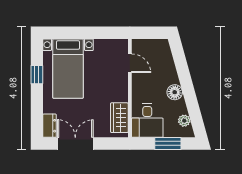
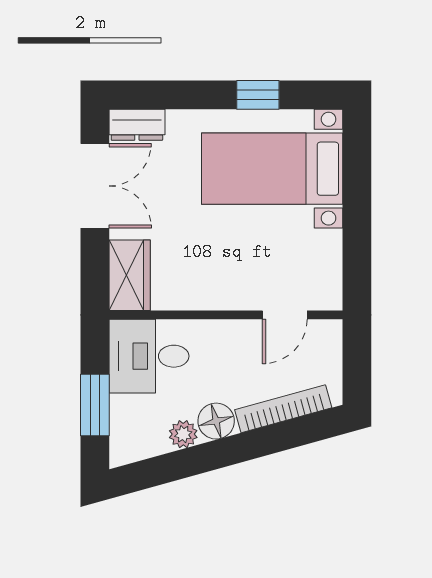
bookcase: (169, 64) -> (283, 409), added
wardrobe: (119, 118) -> (130, 275), moved, turned 90
plant: (184, 121) -> (183, 434), moved

